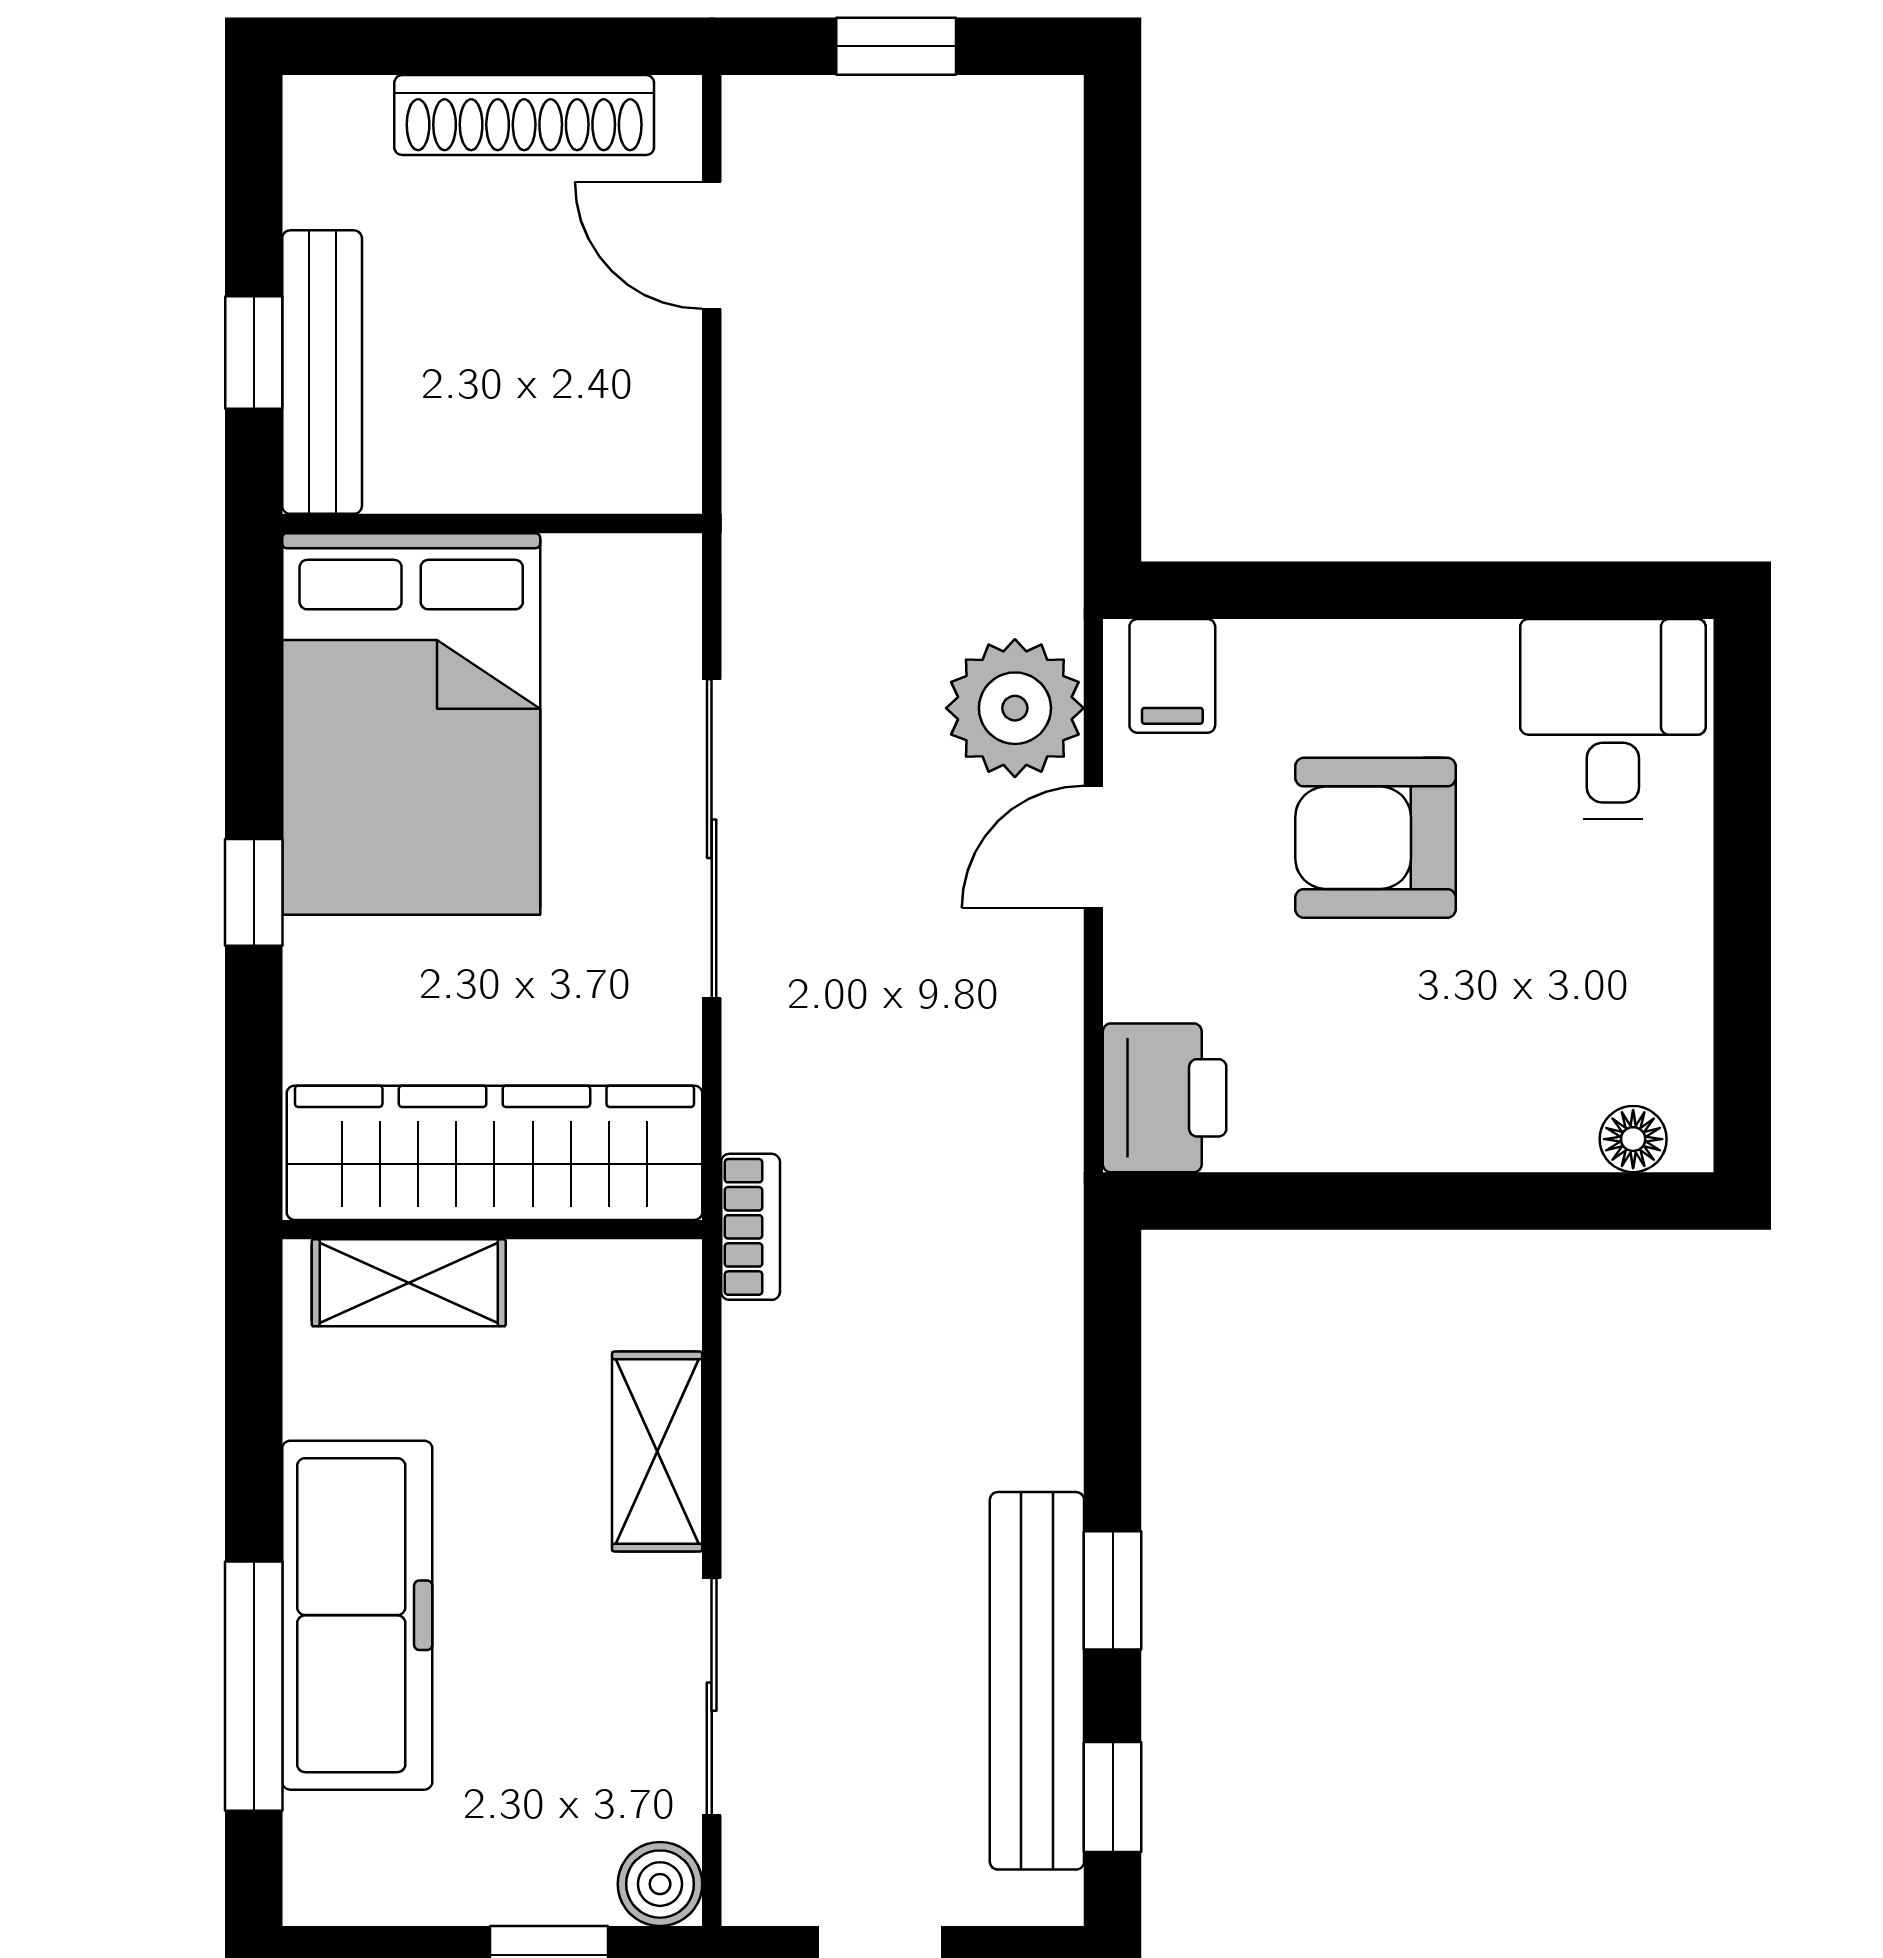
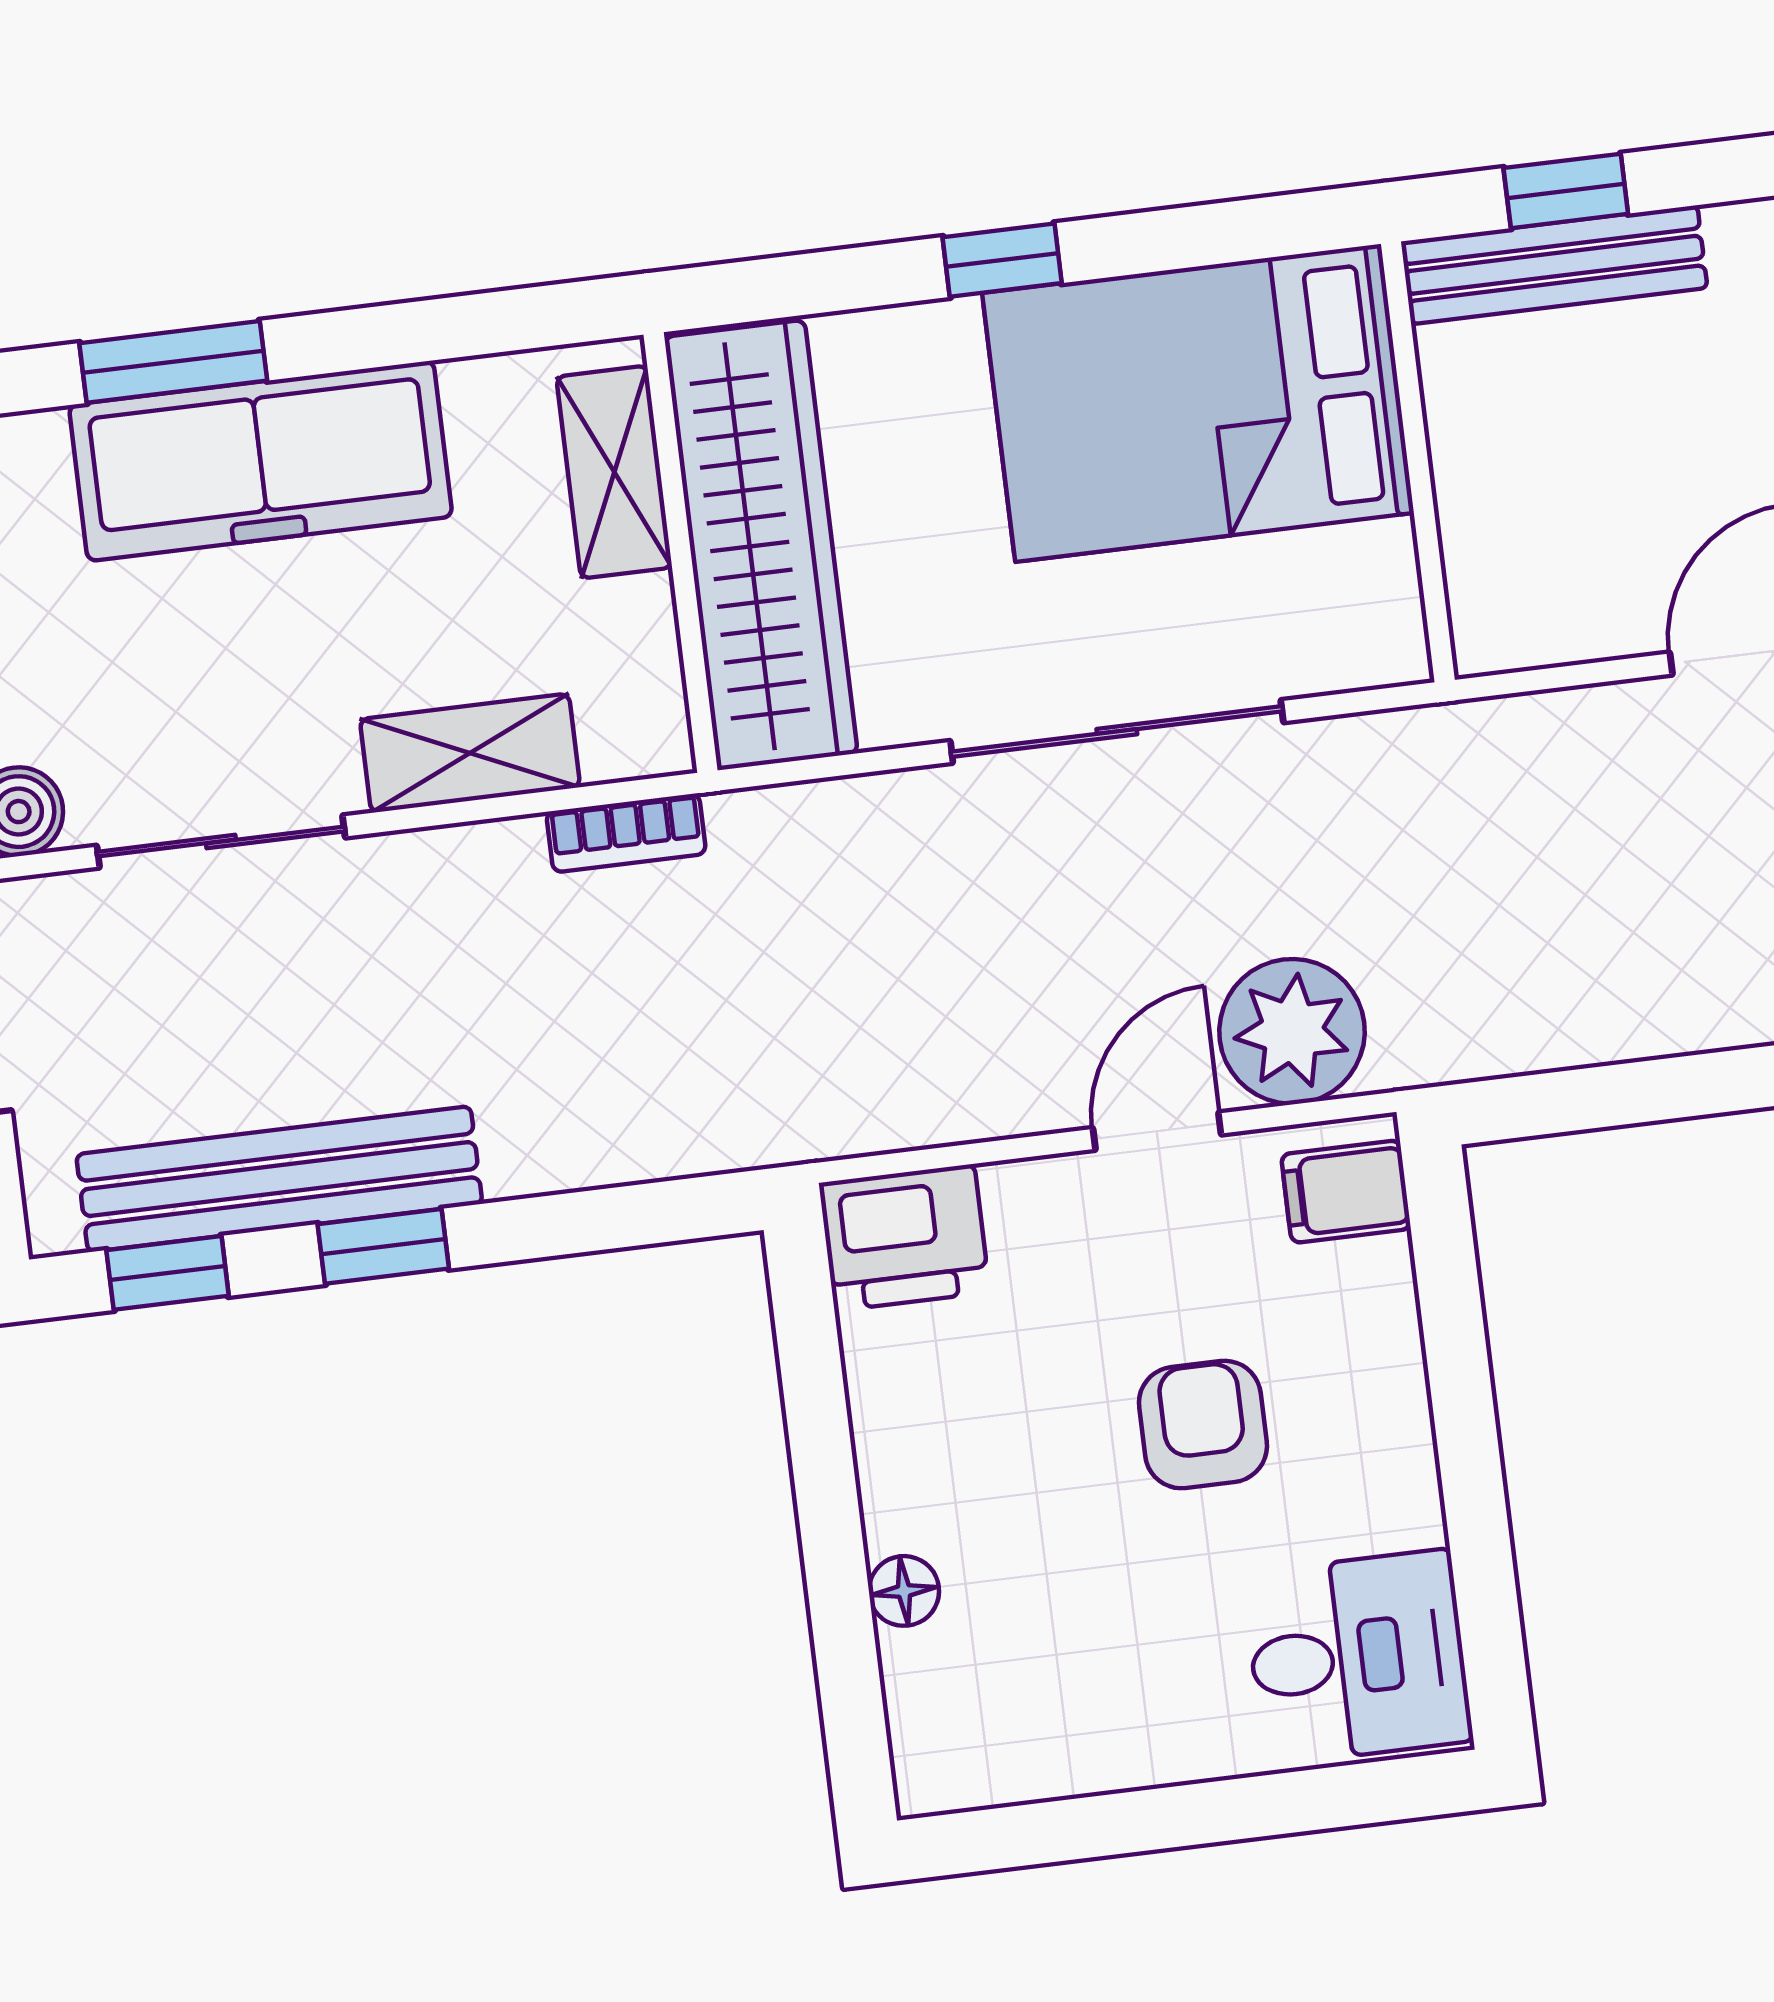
armchair: (1376, 838) -> (1203, 1425), width x0.72, depth x0.72
door: (1093, 847) -> (1157, 1131), hinge flipped
floor lamp: (1633, 1139) -> (904, 1591), moved
bookcase: (751, 1227) -> (626, 833), moved
window: (254, 1686) -> (173, 362), width x0.69

